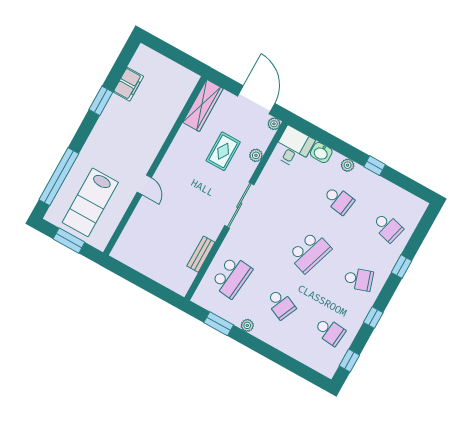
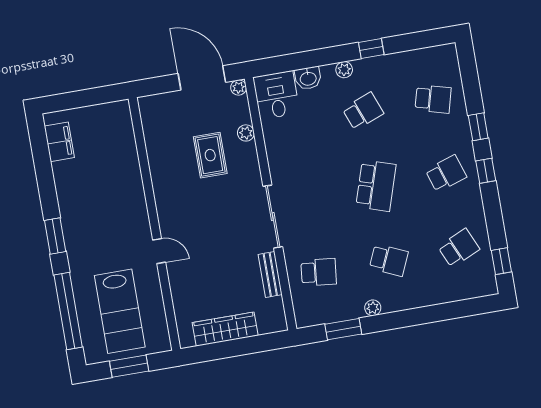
filing cabinet: (128, 84) -> (59, 142), moved
window: (101, 101) -> (55, 236), moved
wardrobe: (203, 106) -> (225, 329), moved, turned -90
school desk: (339, 200) -> (363, 111), turned -30
sliding door: (239, 205) -> (273, 217), moved
school desk: (232, 277) -> (319, 272), width x0.54
window: (373, 318) -> (486, 171), moved
school desk: (330, 331) -> (459, 248), turned -30

